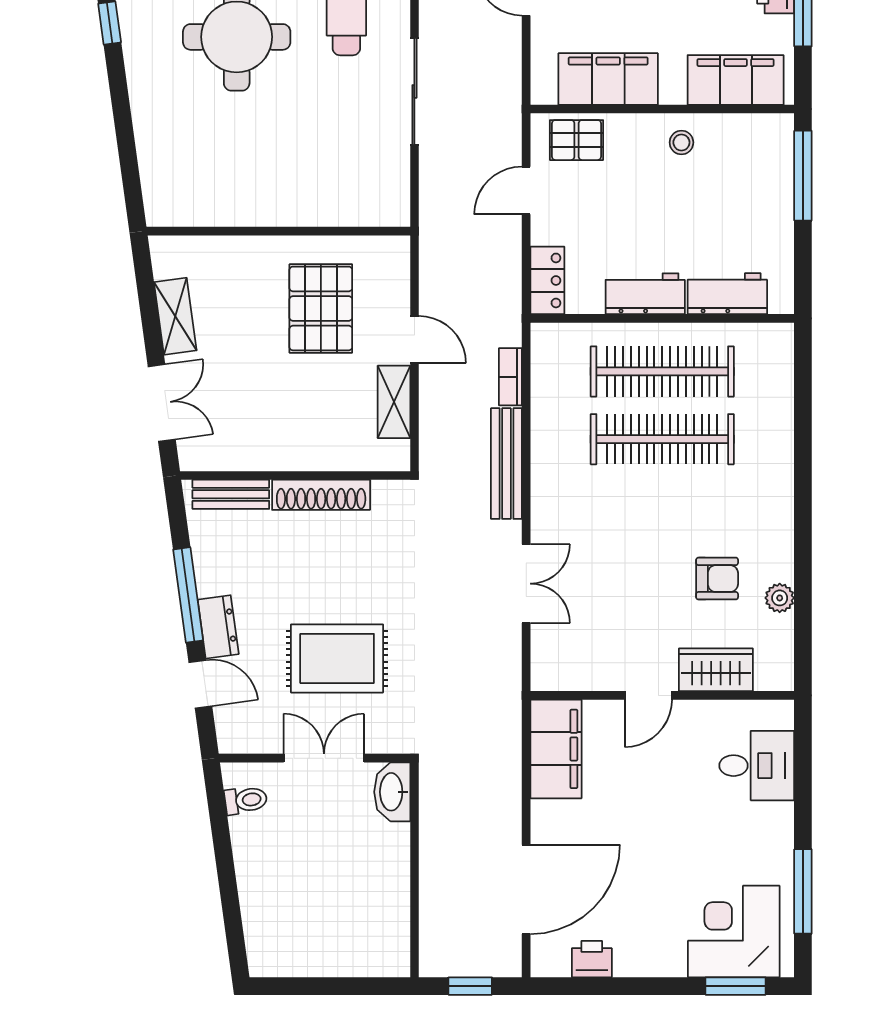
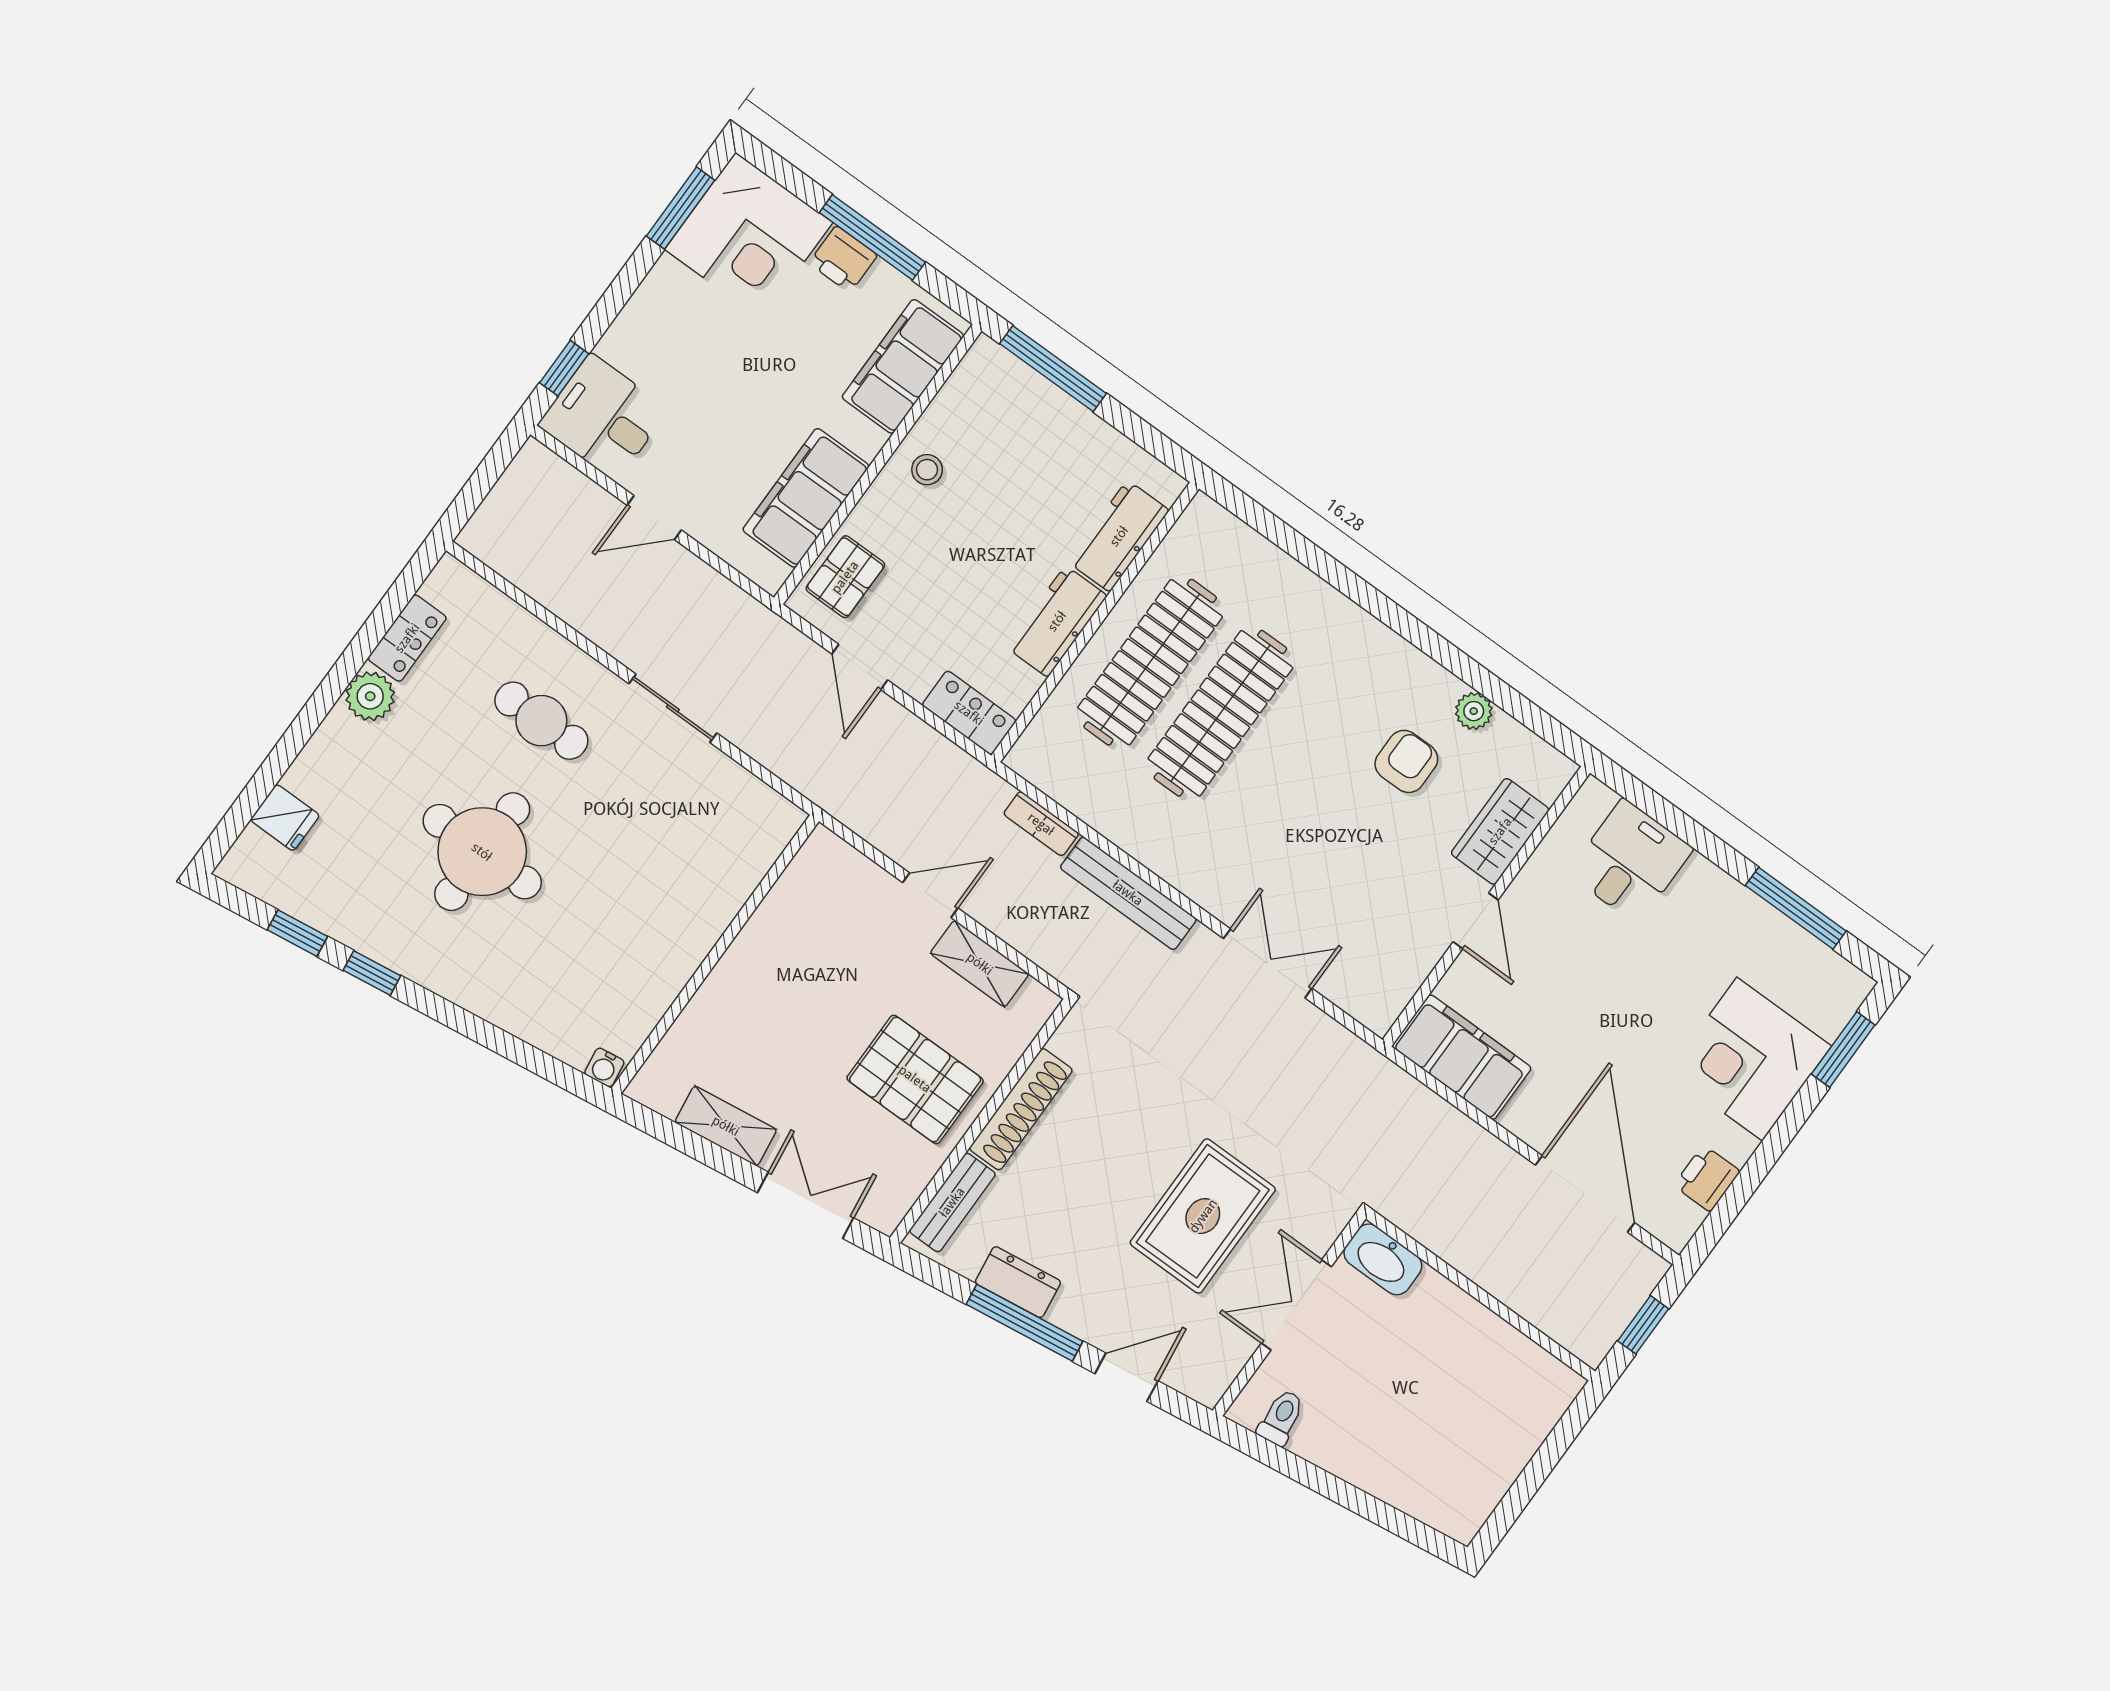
sliding door: (414, 92) -> (673, 708), width x0.73
water cooler: (157, 213) -> (604, 1067), added
pallet: (321, 308) -> (915, 1079), moved
dresser: (218, 627) -> (1018, 1282), moved
corner desk: (734, 931) -> (1750, 1059), moved

